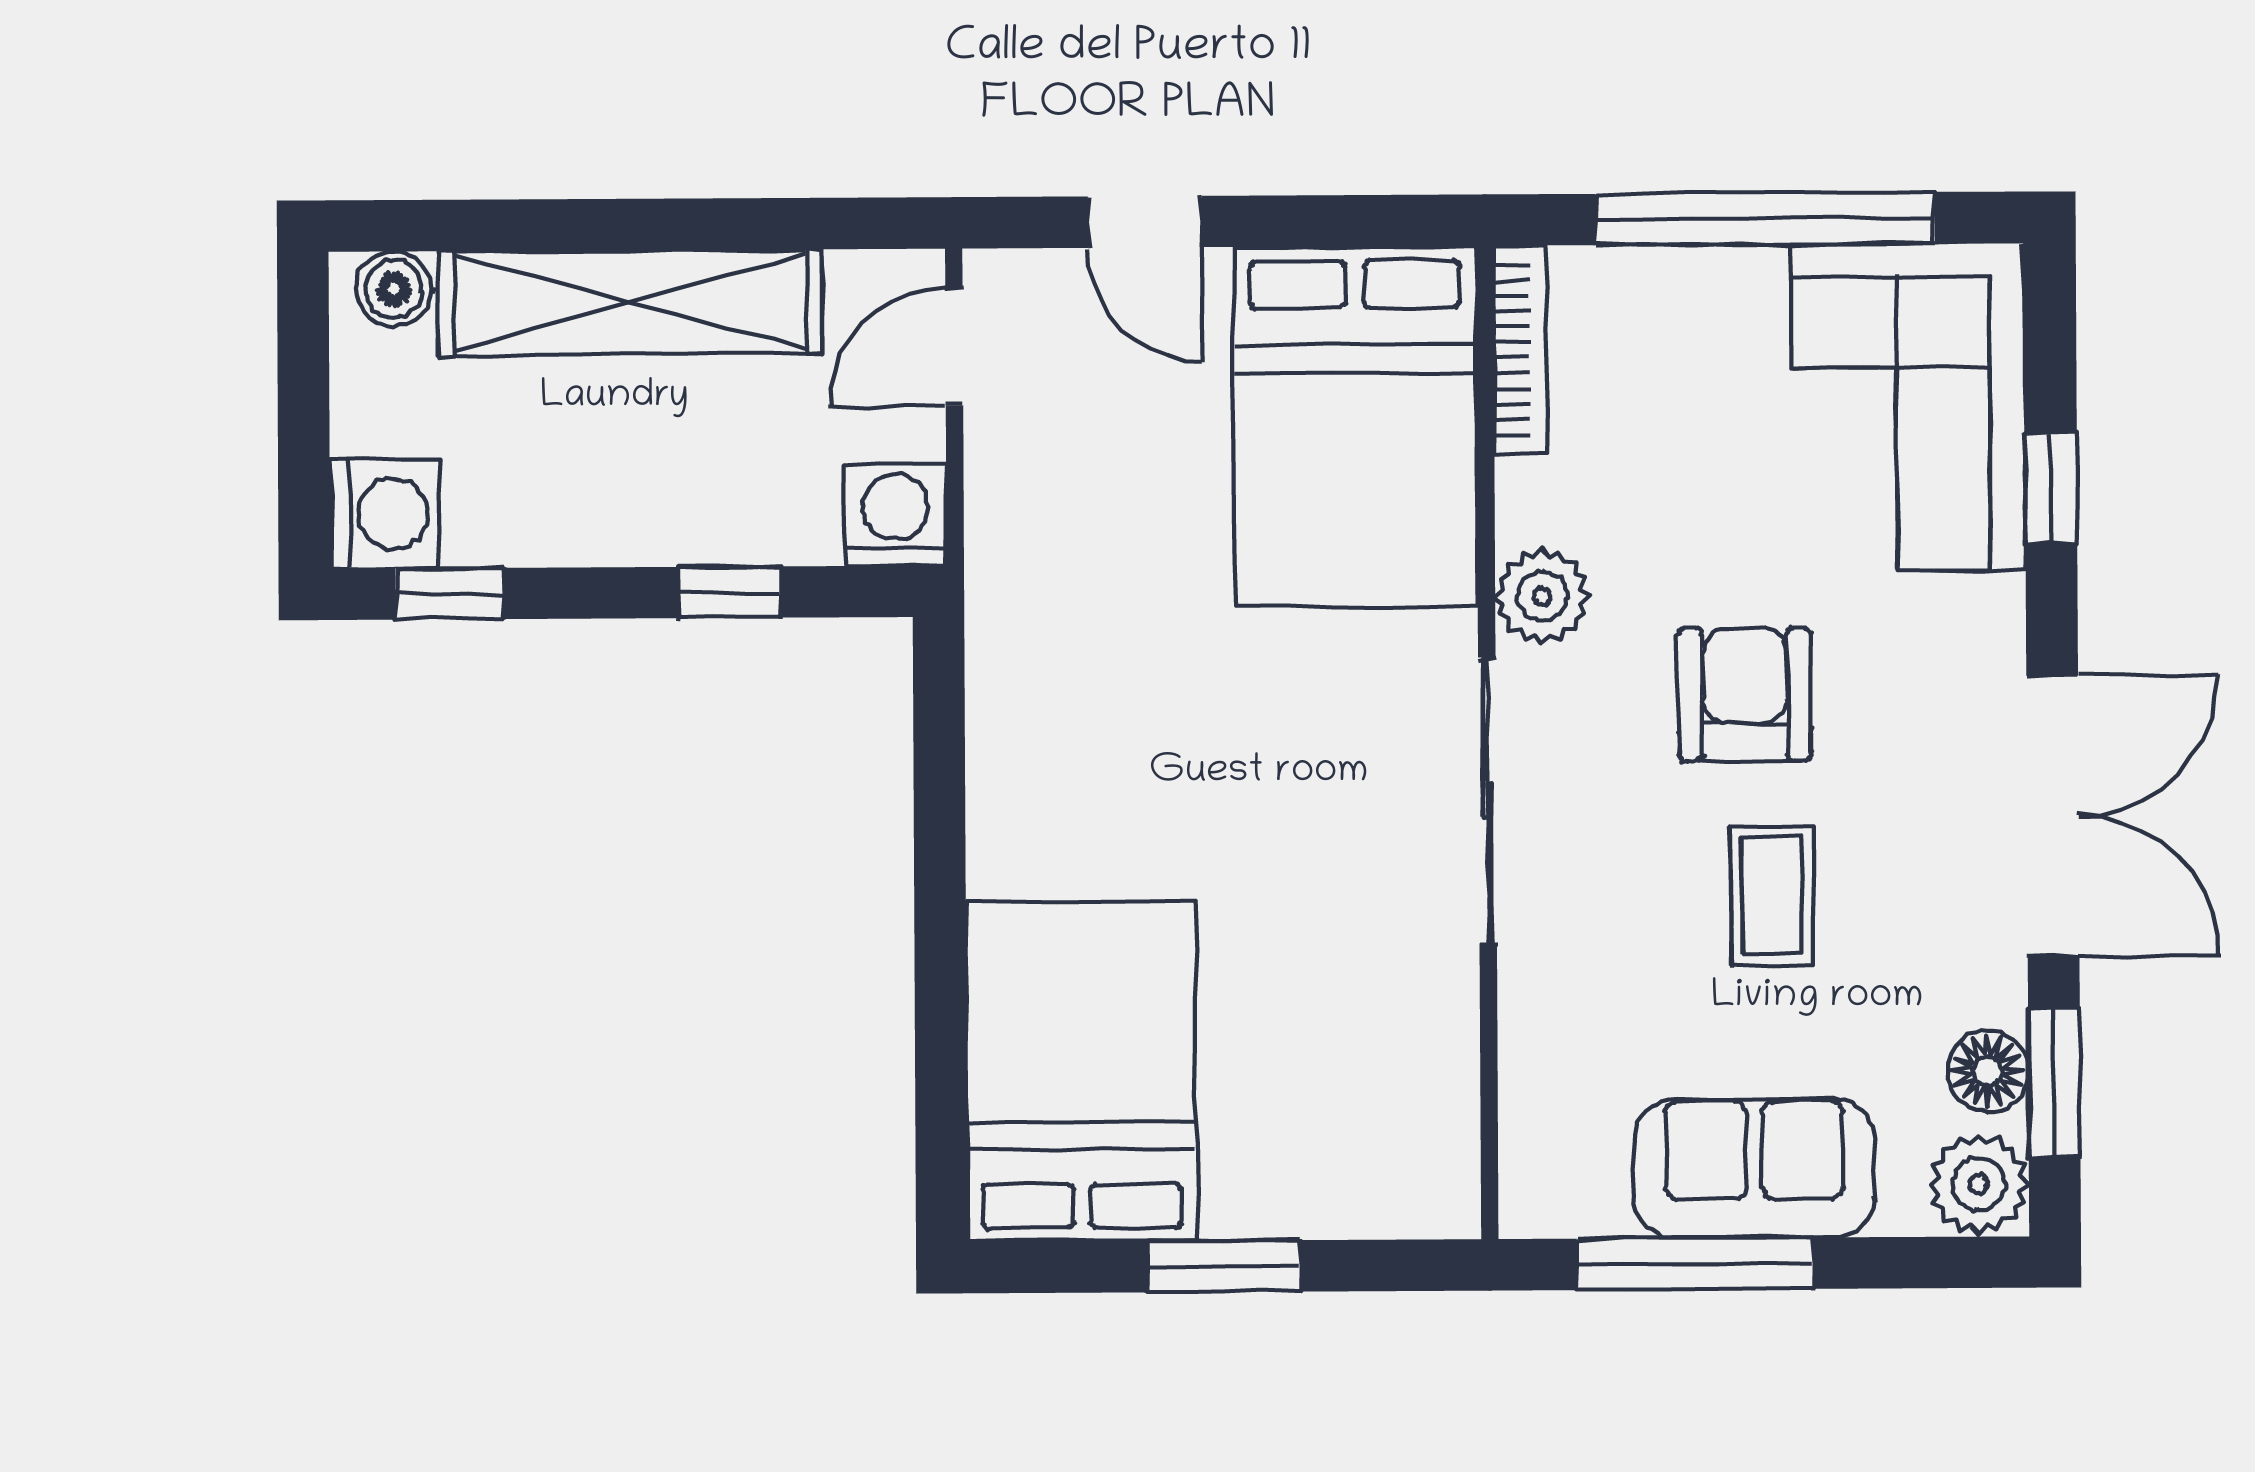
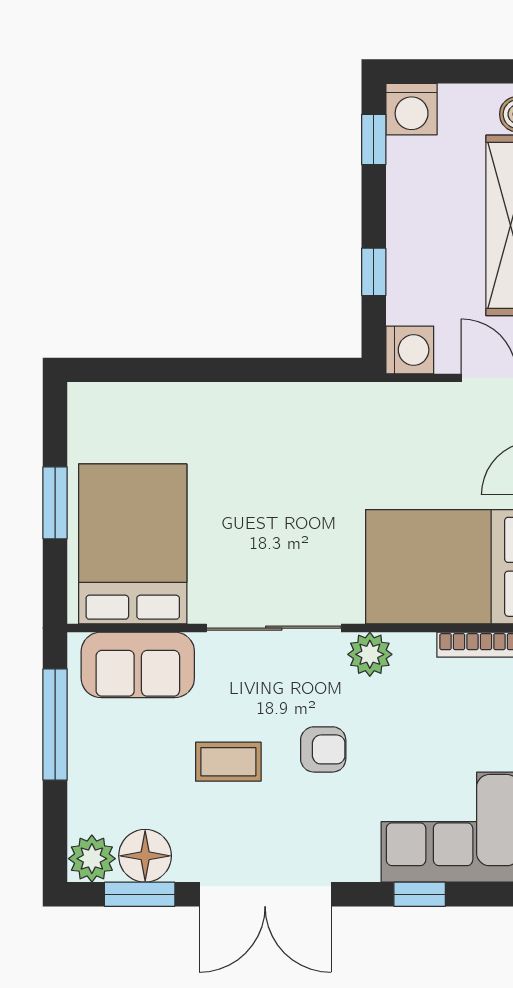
armchair: (1745, 694) -> (323, 749), width x0.72, depth x0.72
bed: (1081, 1071) -> (133, 544), moved, turned -90
floor lamp: (1988, 1071) -> (145, 856), width x1.38, depth x1.38
sofa: (1754, 1168) -> (138, 665), moved, turned 90

